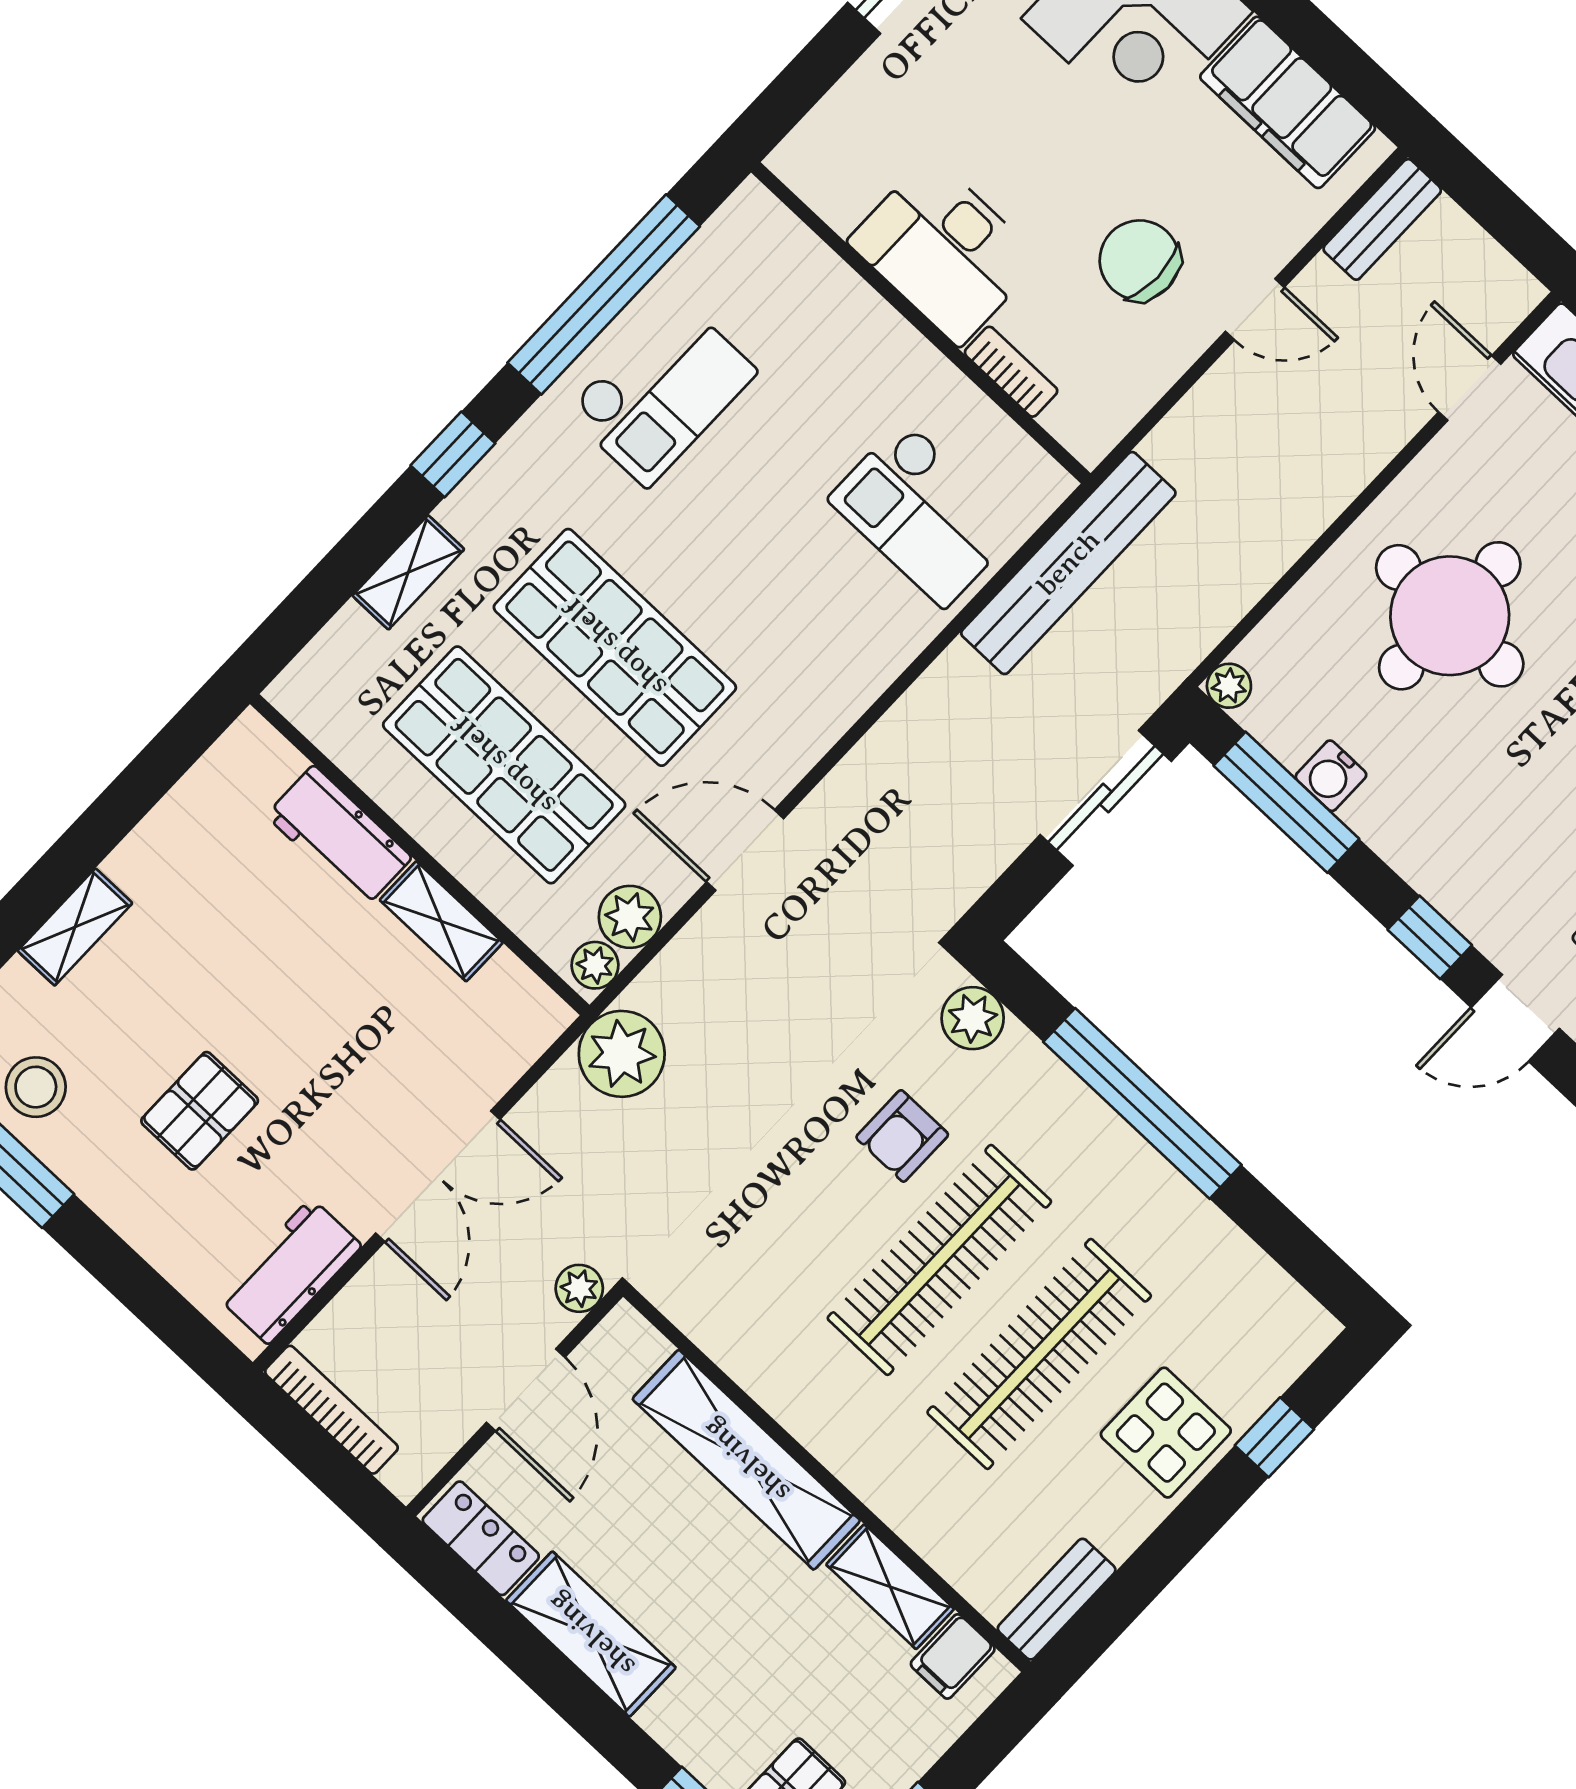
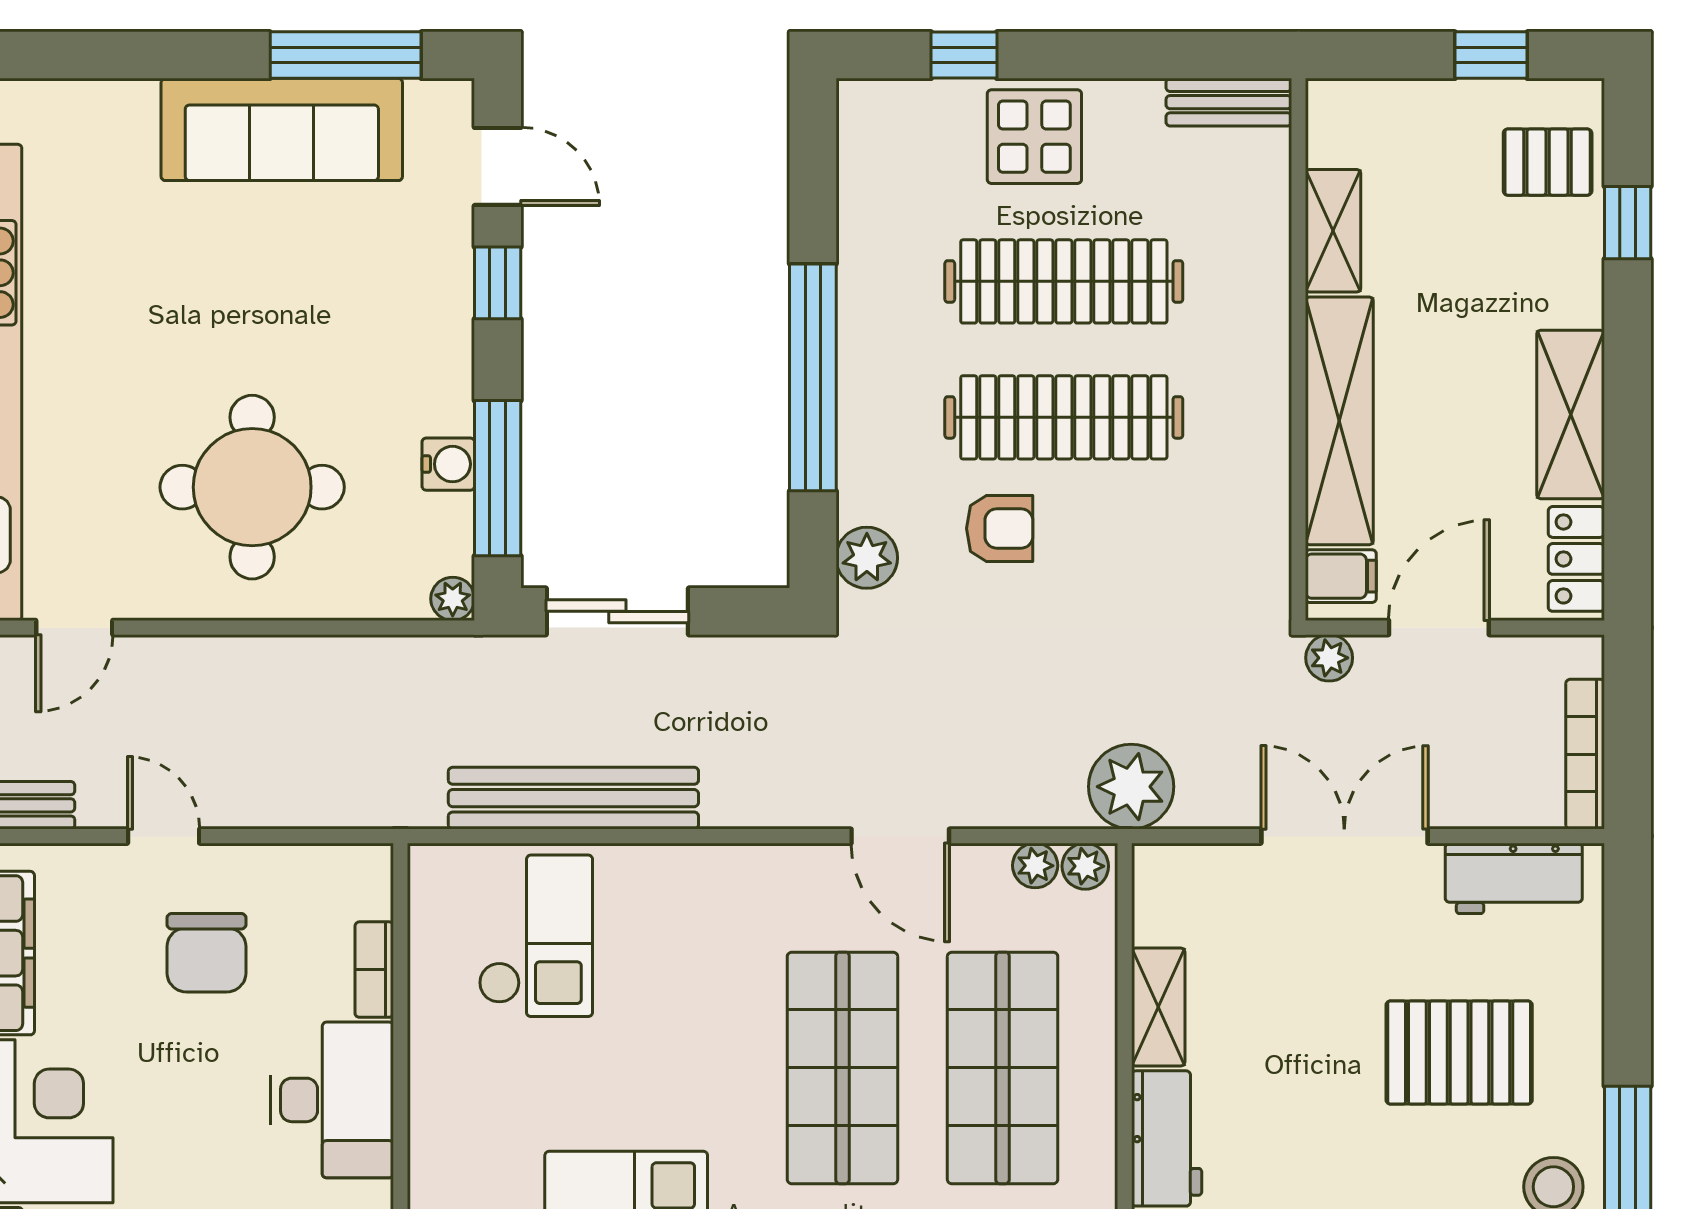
bench: (1068, 563) -> (573, 798), moved
plant: (630, 917) -> (1035, 866), width x0.73, depth x0.73
pallet: (200, 1111) -> (1459, 1052), width x1.50, depth x1.42
filing cabinet: (953, 1656) -> (1341, 576), moved

